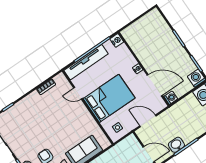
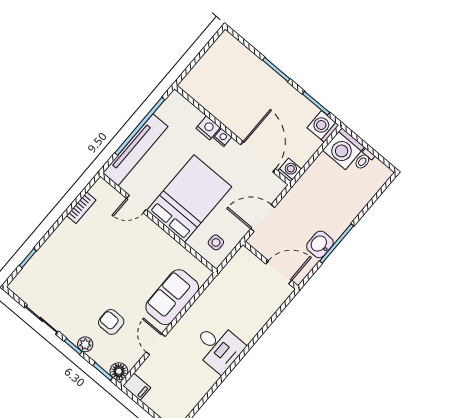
nightstand: (117, 40) -> (208, 128), moved
door: (155, 85) -> (258, 157), hinge flipped

